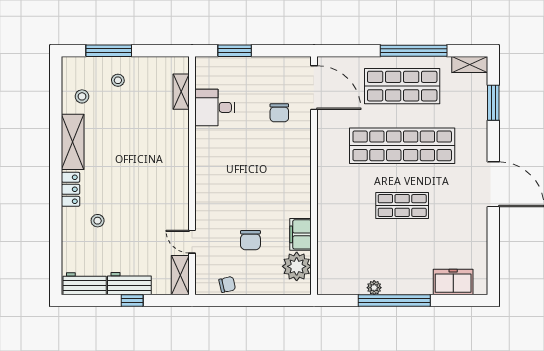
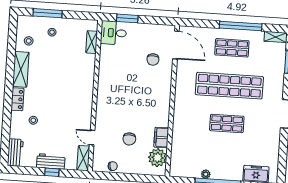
shop shelf: (402, 86) -> (232, 48), width x0.70, depth x0.74
desk: (215, 107) -> (114, 33), moved
workbench: (85, 284) -> (15, 153), moved, turned 90

